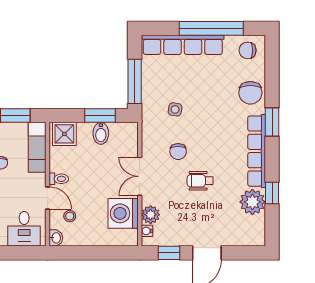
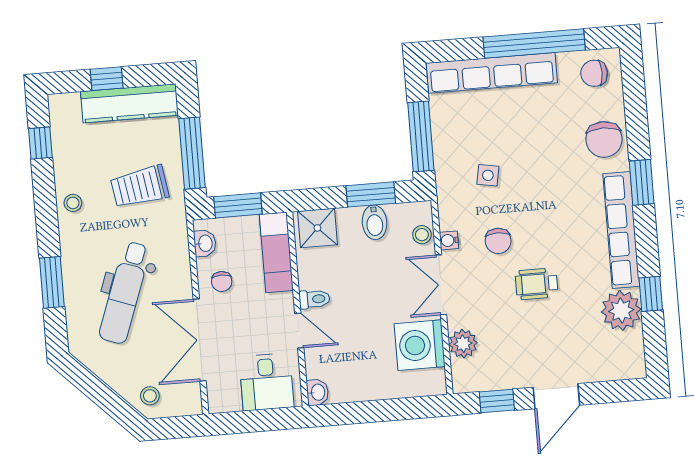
stool: (70, 216) -> (422, 235), moved
water cooler: (147, 231) -> (449, 240), moved

